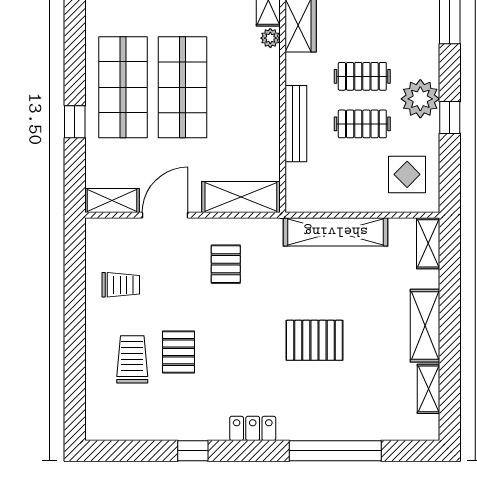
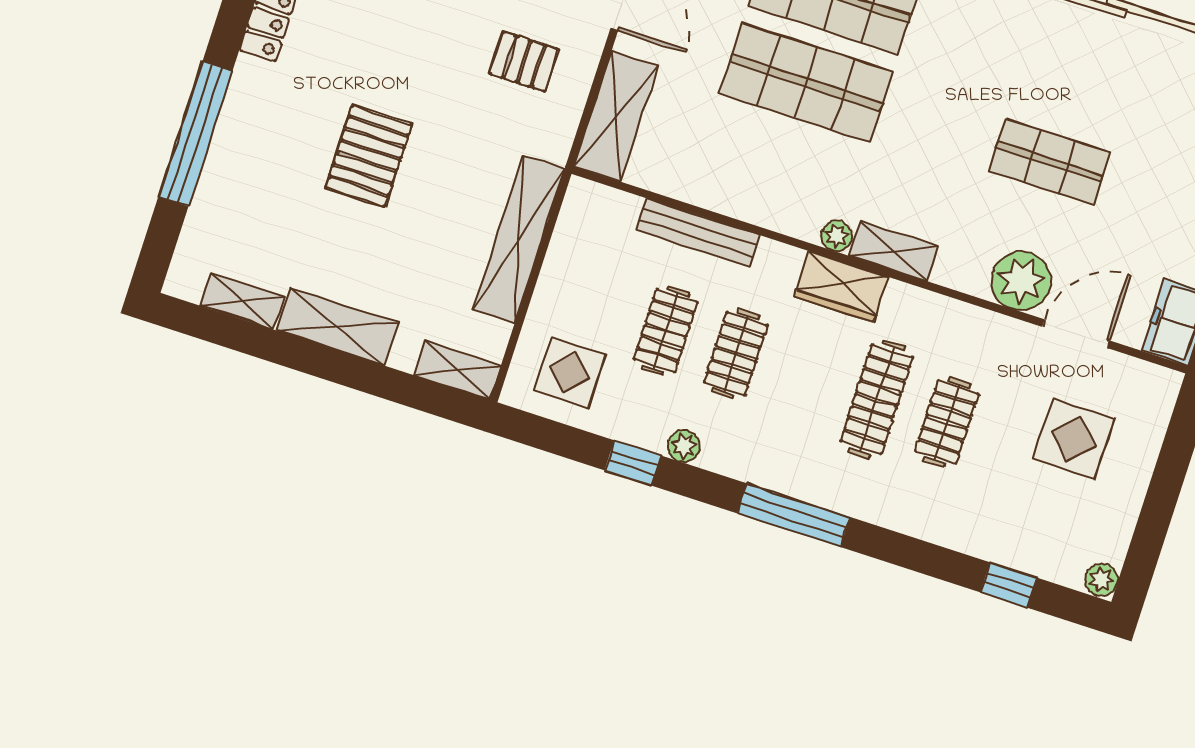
plant: (420, 99) -> (684, 446), width x0.53, depth x0.53

